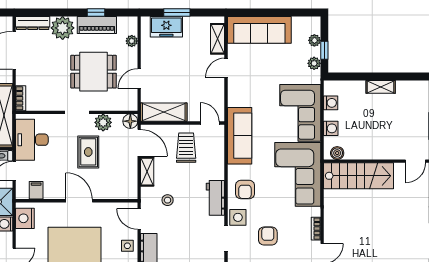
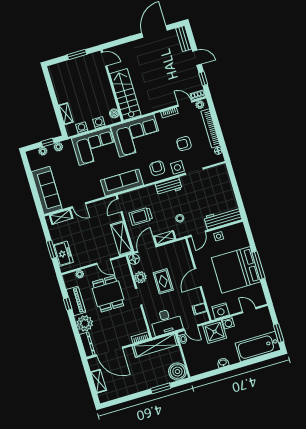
shelving: (381, 87) -> (66, 114), moved
rug: (88, 152) -> (163, 281), turned 90
armchair: (245, 190) -> (157, 168), turned -90

